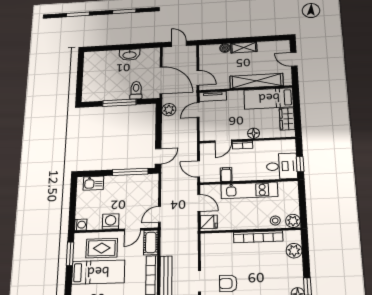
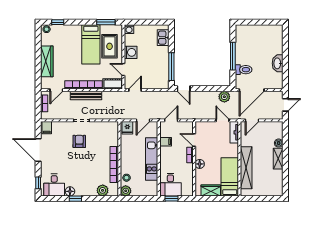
door: (294, 59) -> (264, 199), removed
door: (159, 214) -> (135, 90), hinge flipped

